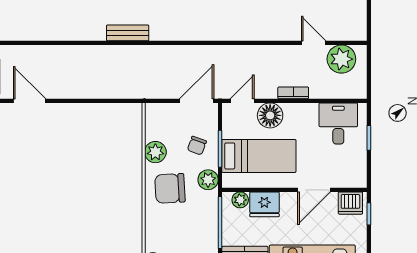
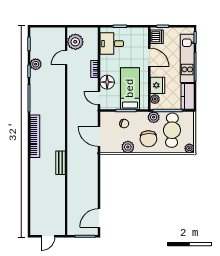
door: (197, 101) -> (99, 137), moved
plant: (208, 180) -> (154, 117), moved
cafe table: (185, 230) -> (172, 130), added

